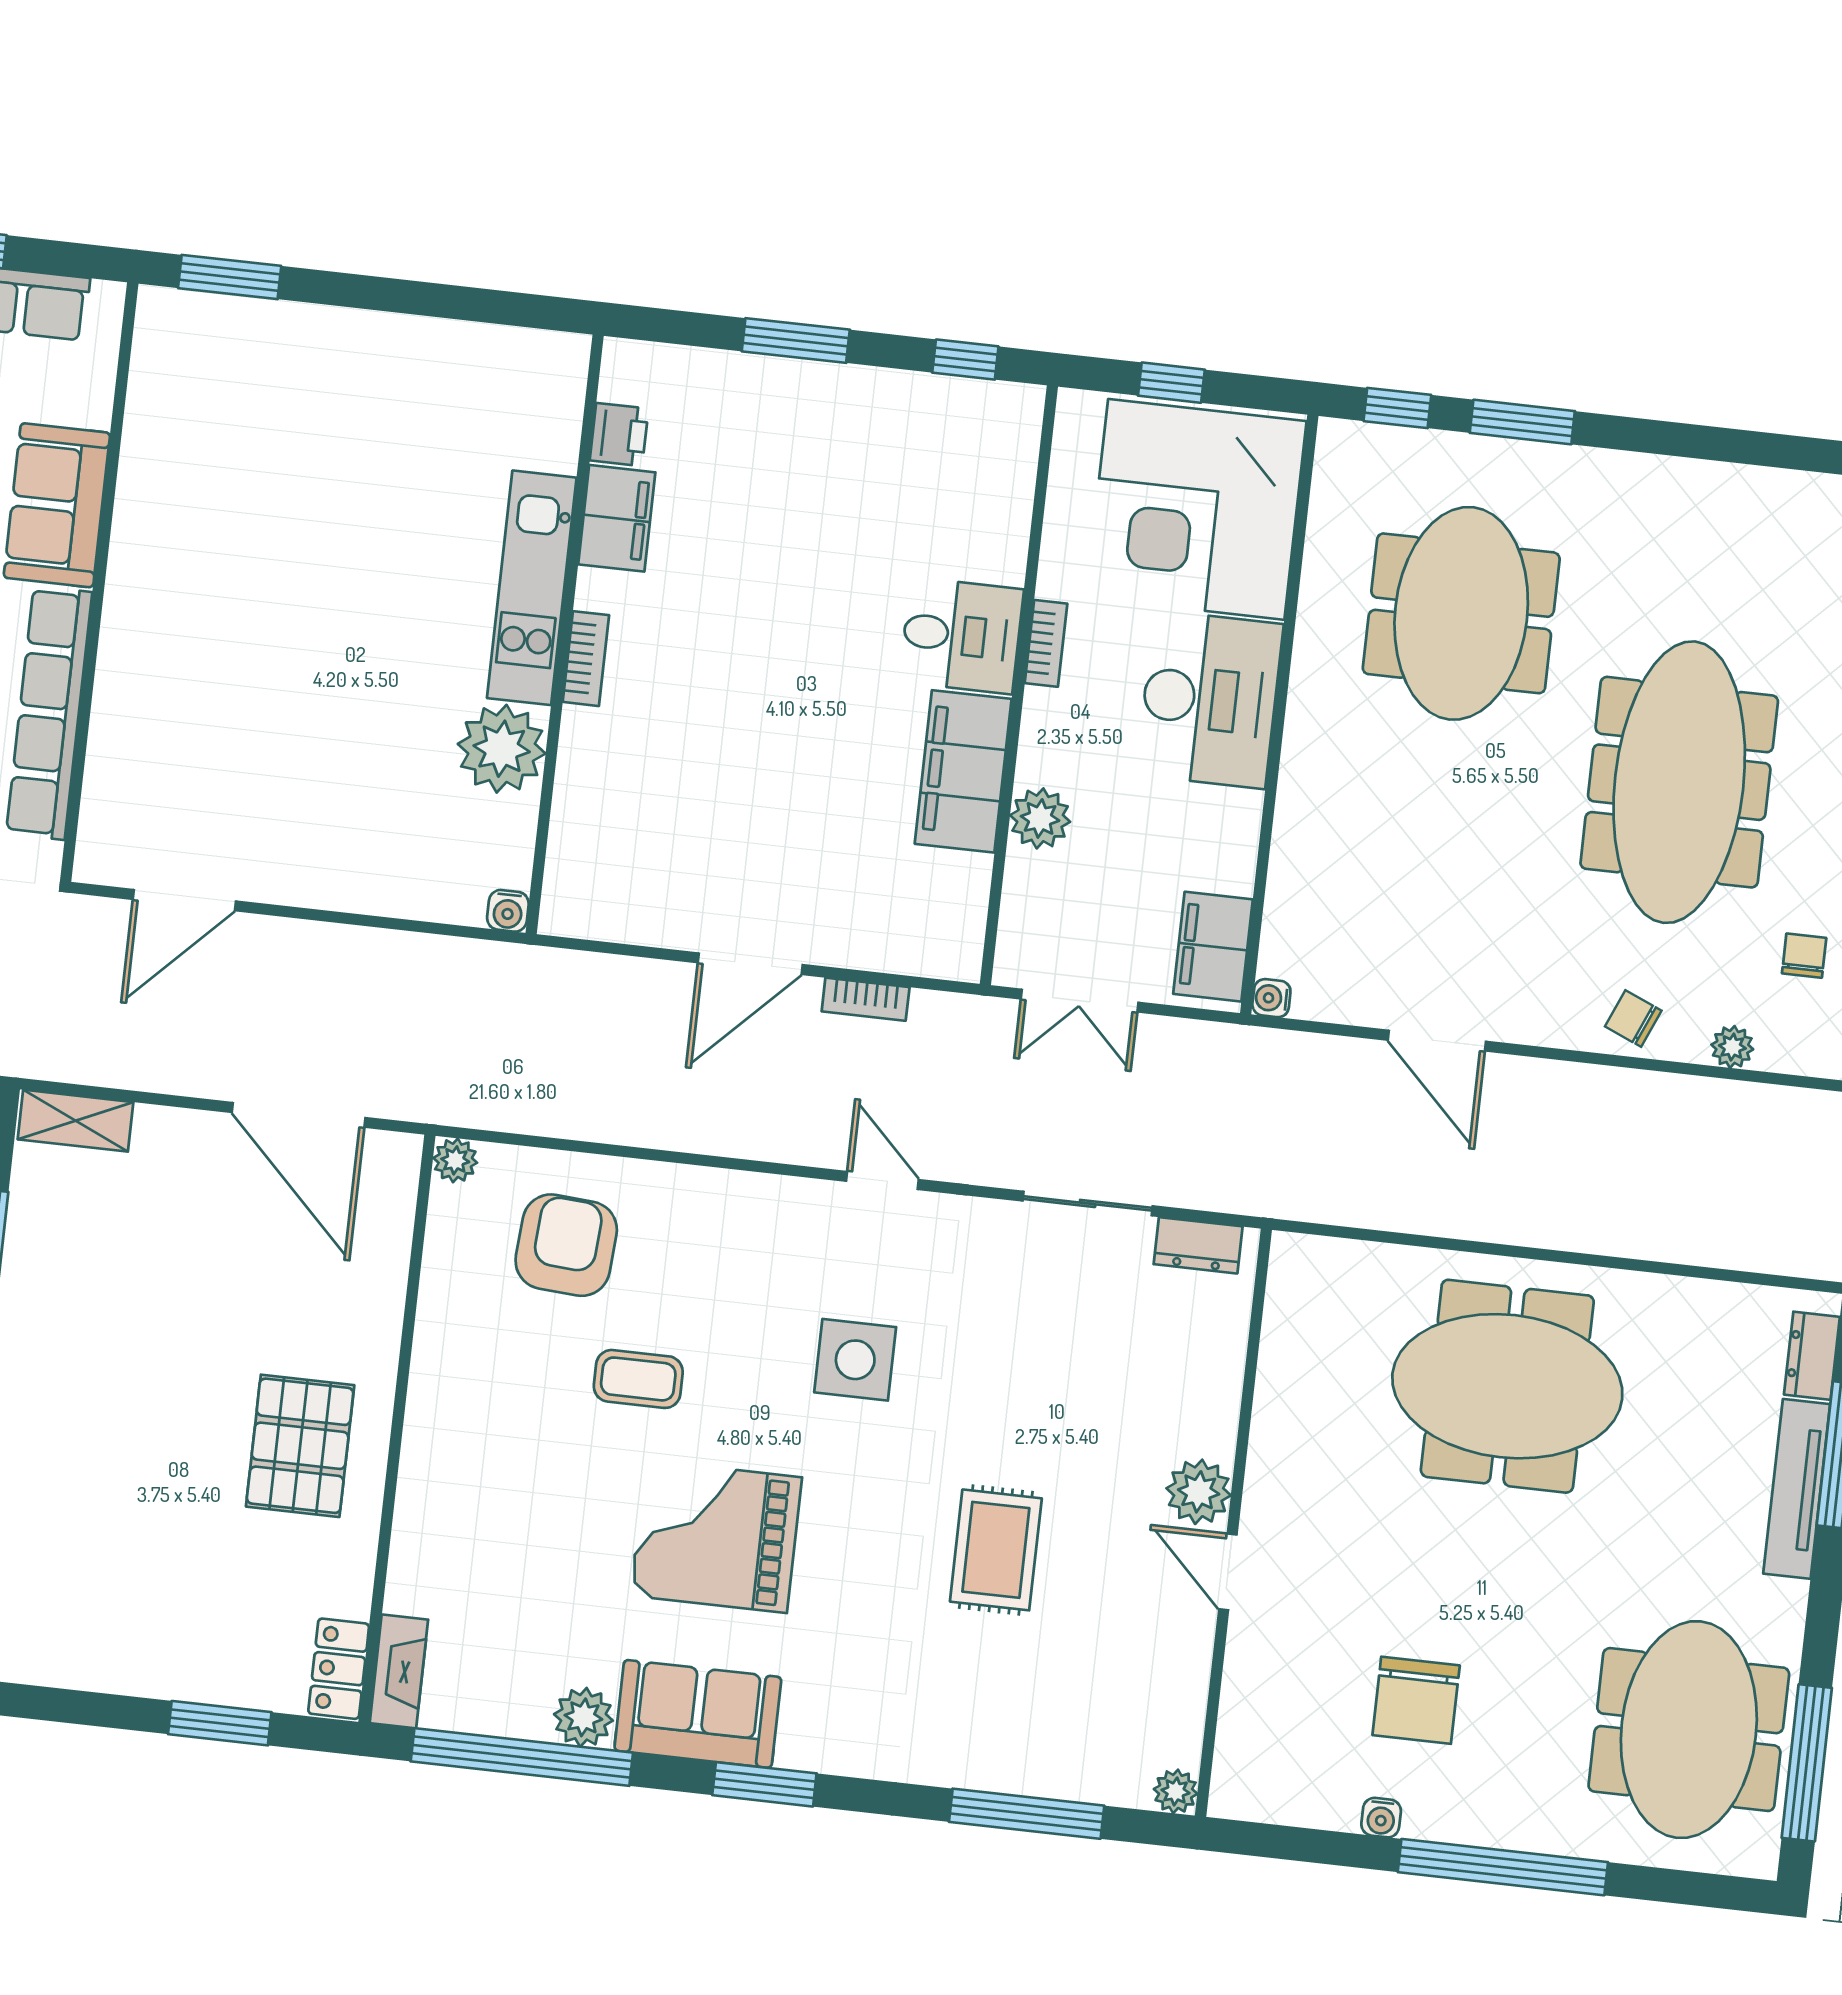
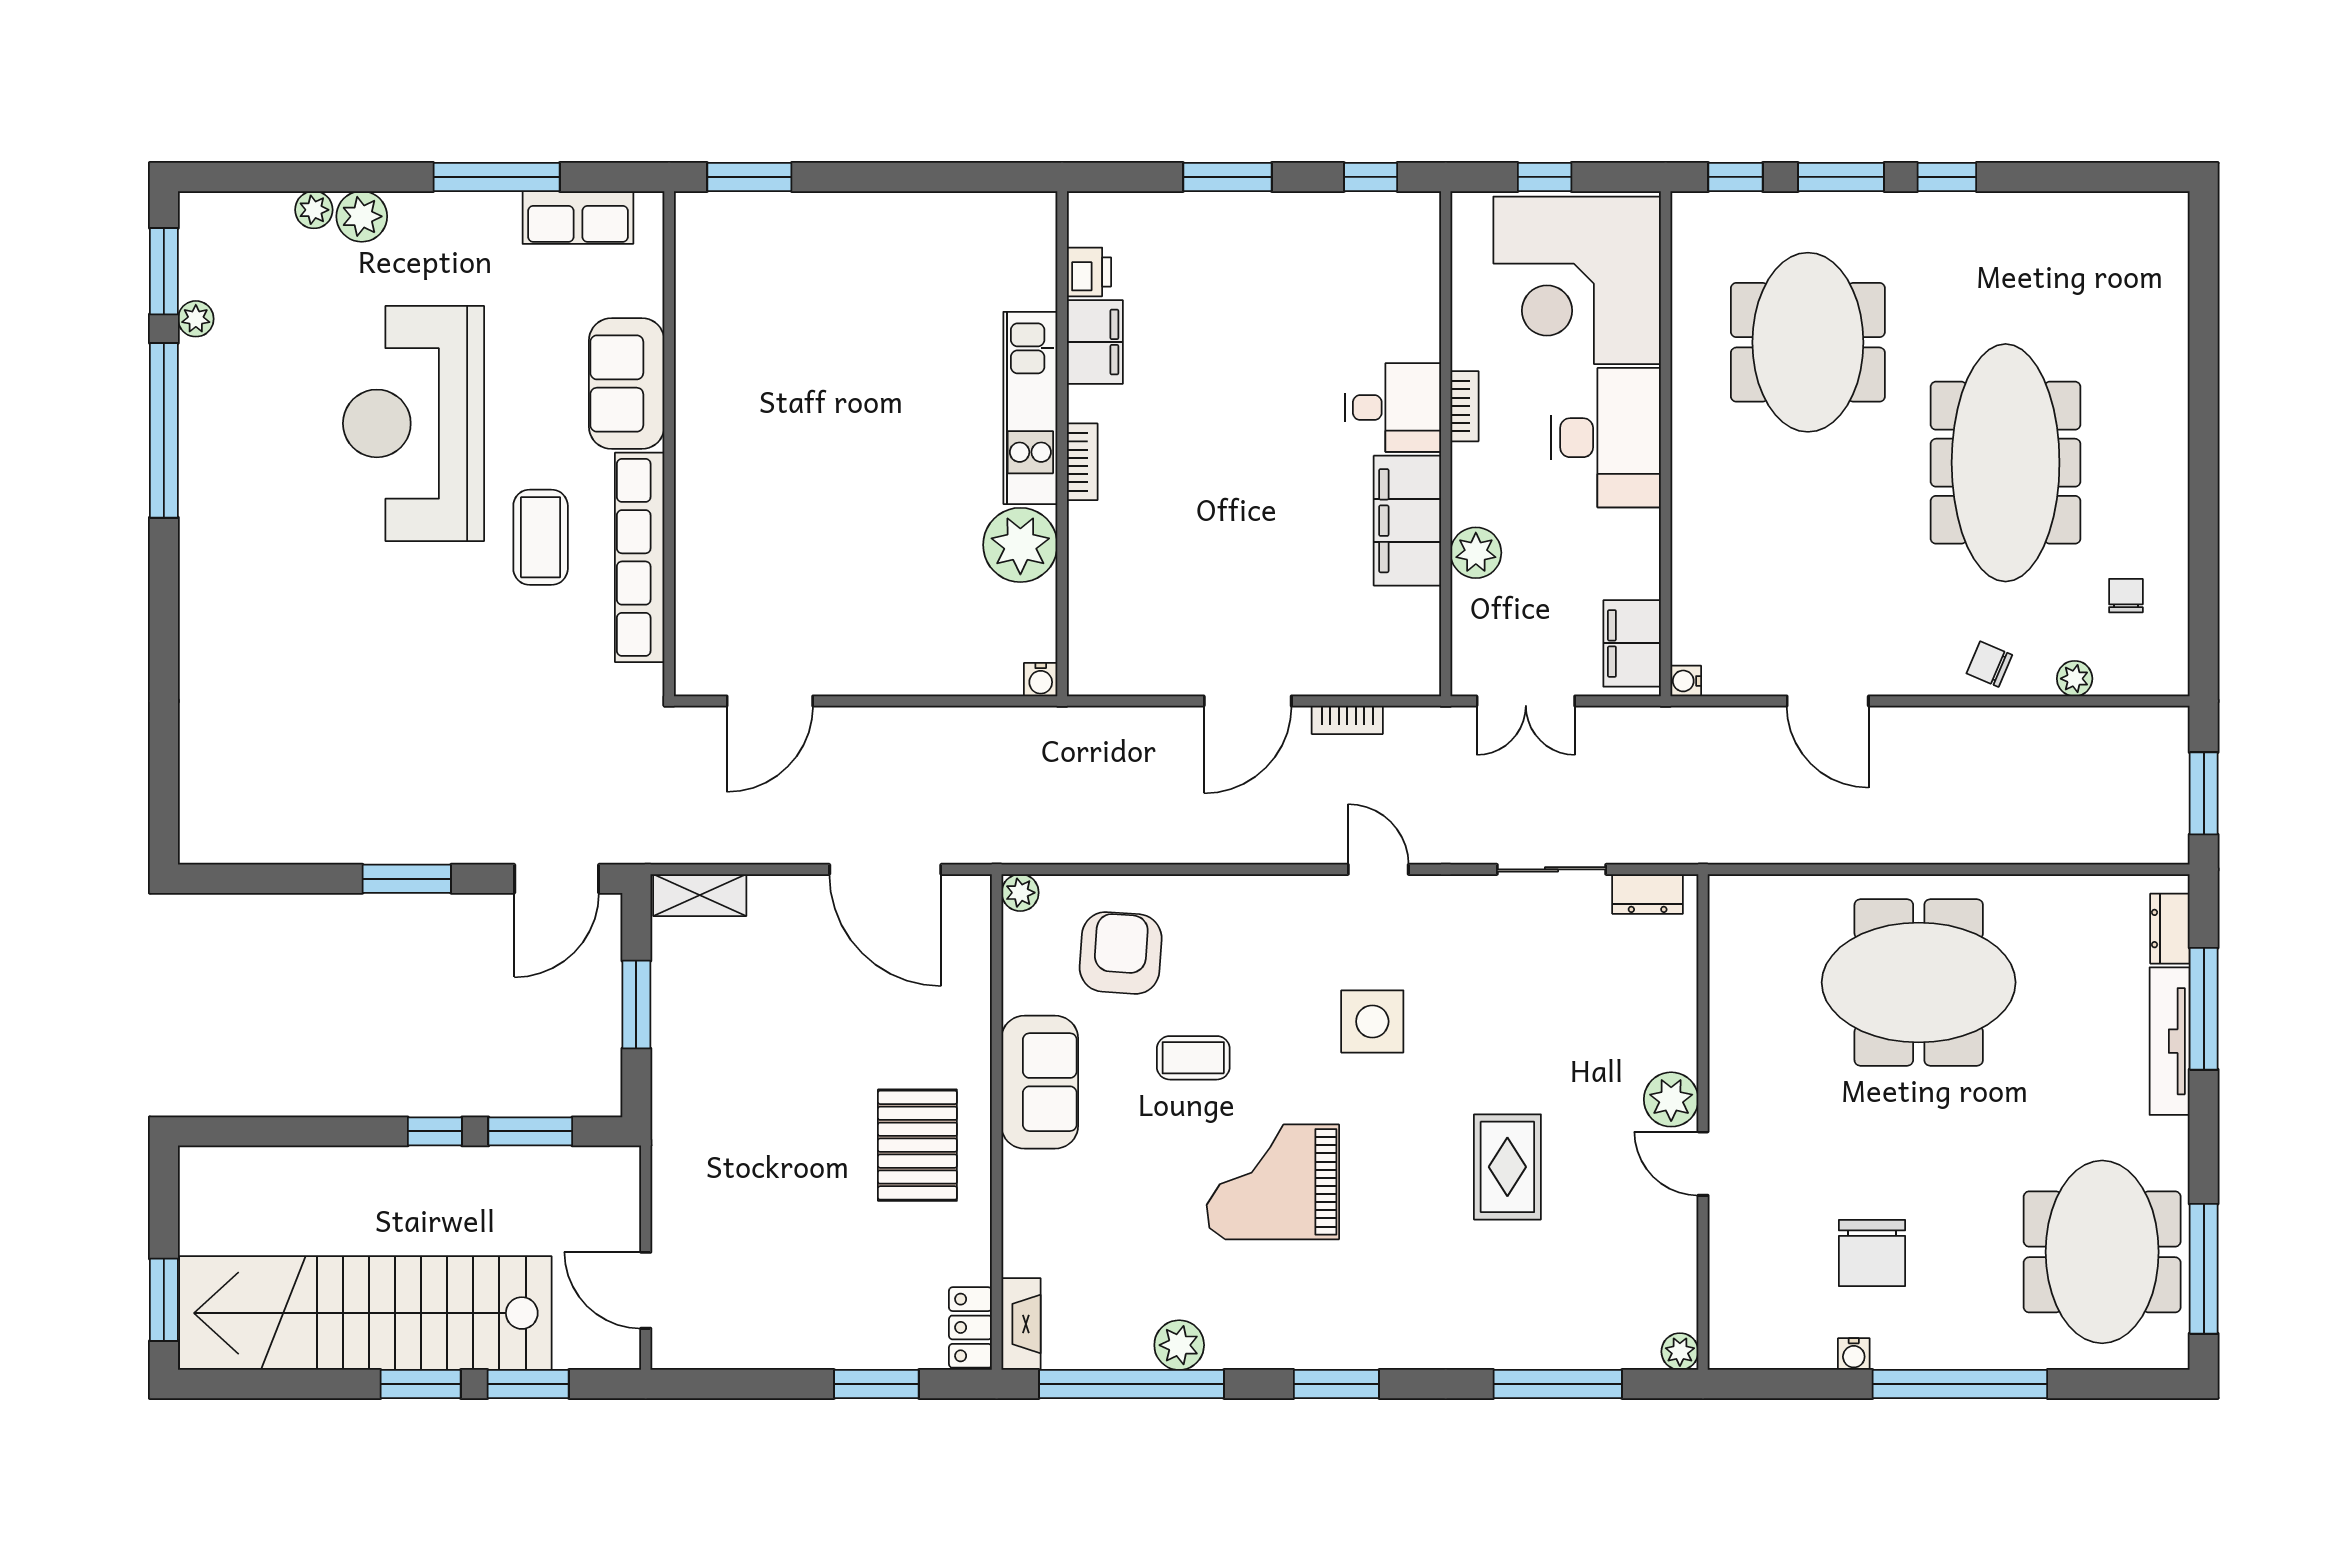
window: (1648, 436) -> (1947, 177), added
sofa: (698, 1714) -> (1040, 1082), moved, turned 90

